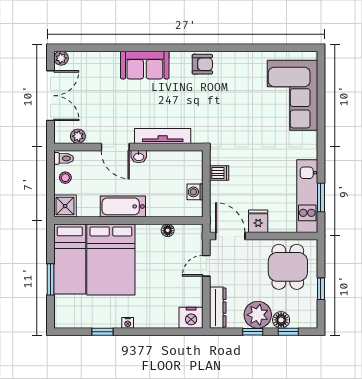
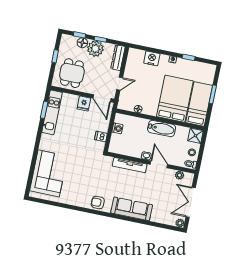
sofa: (145, 65) -> (132, 209), width x1.36
nightstand: (191, 318) -> (152, 58), moved

